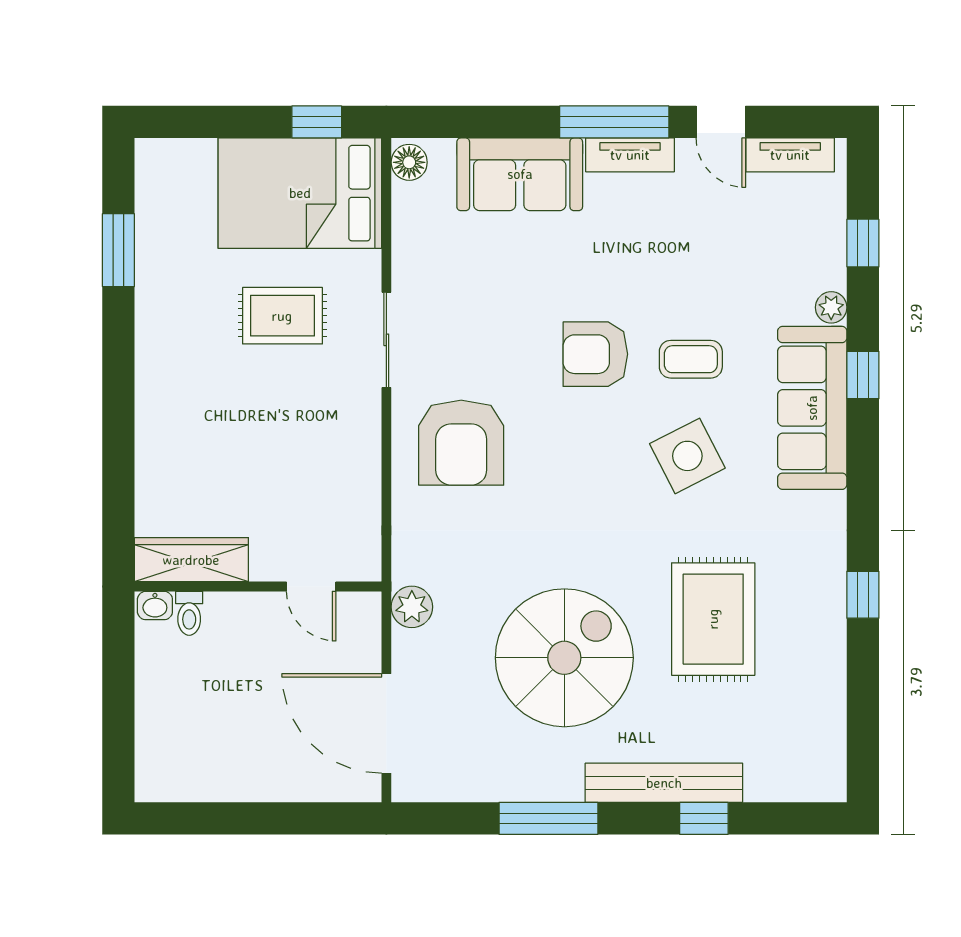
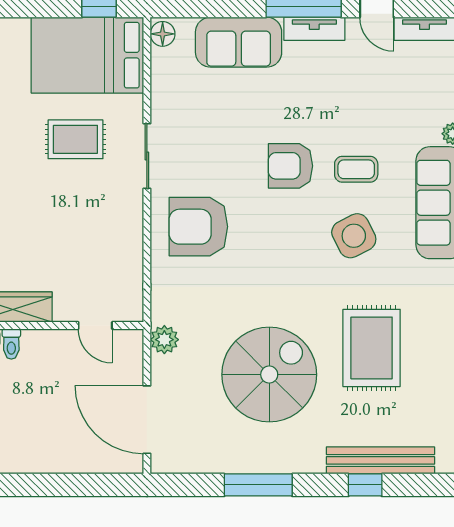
armchair: (461, 443) -> (198, 227), turned 90
bench: (664, 783) -> (380, 460), moved

